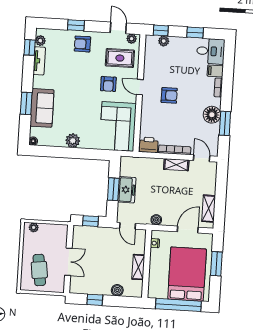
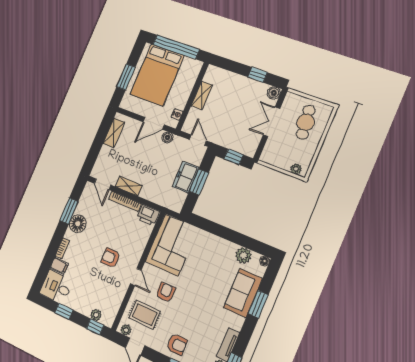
plant: (73, 141) -> (243, 255), moved
door: (188, 230) -> (154, 123), moved
boiler: (117, 290) -> (274, 93), moved

